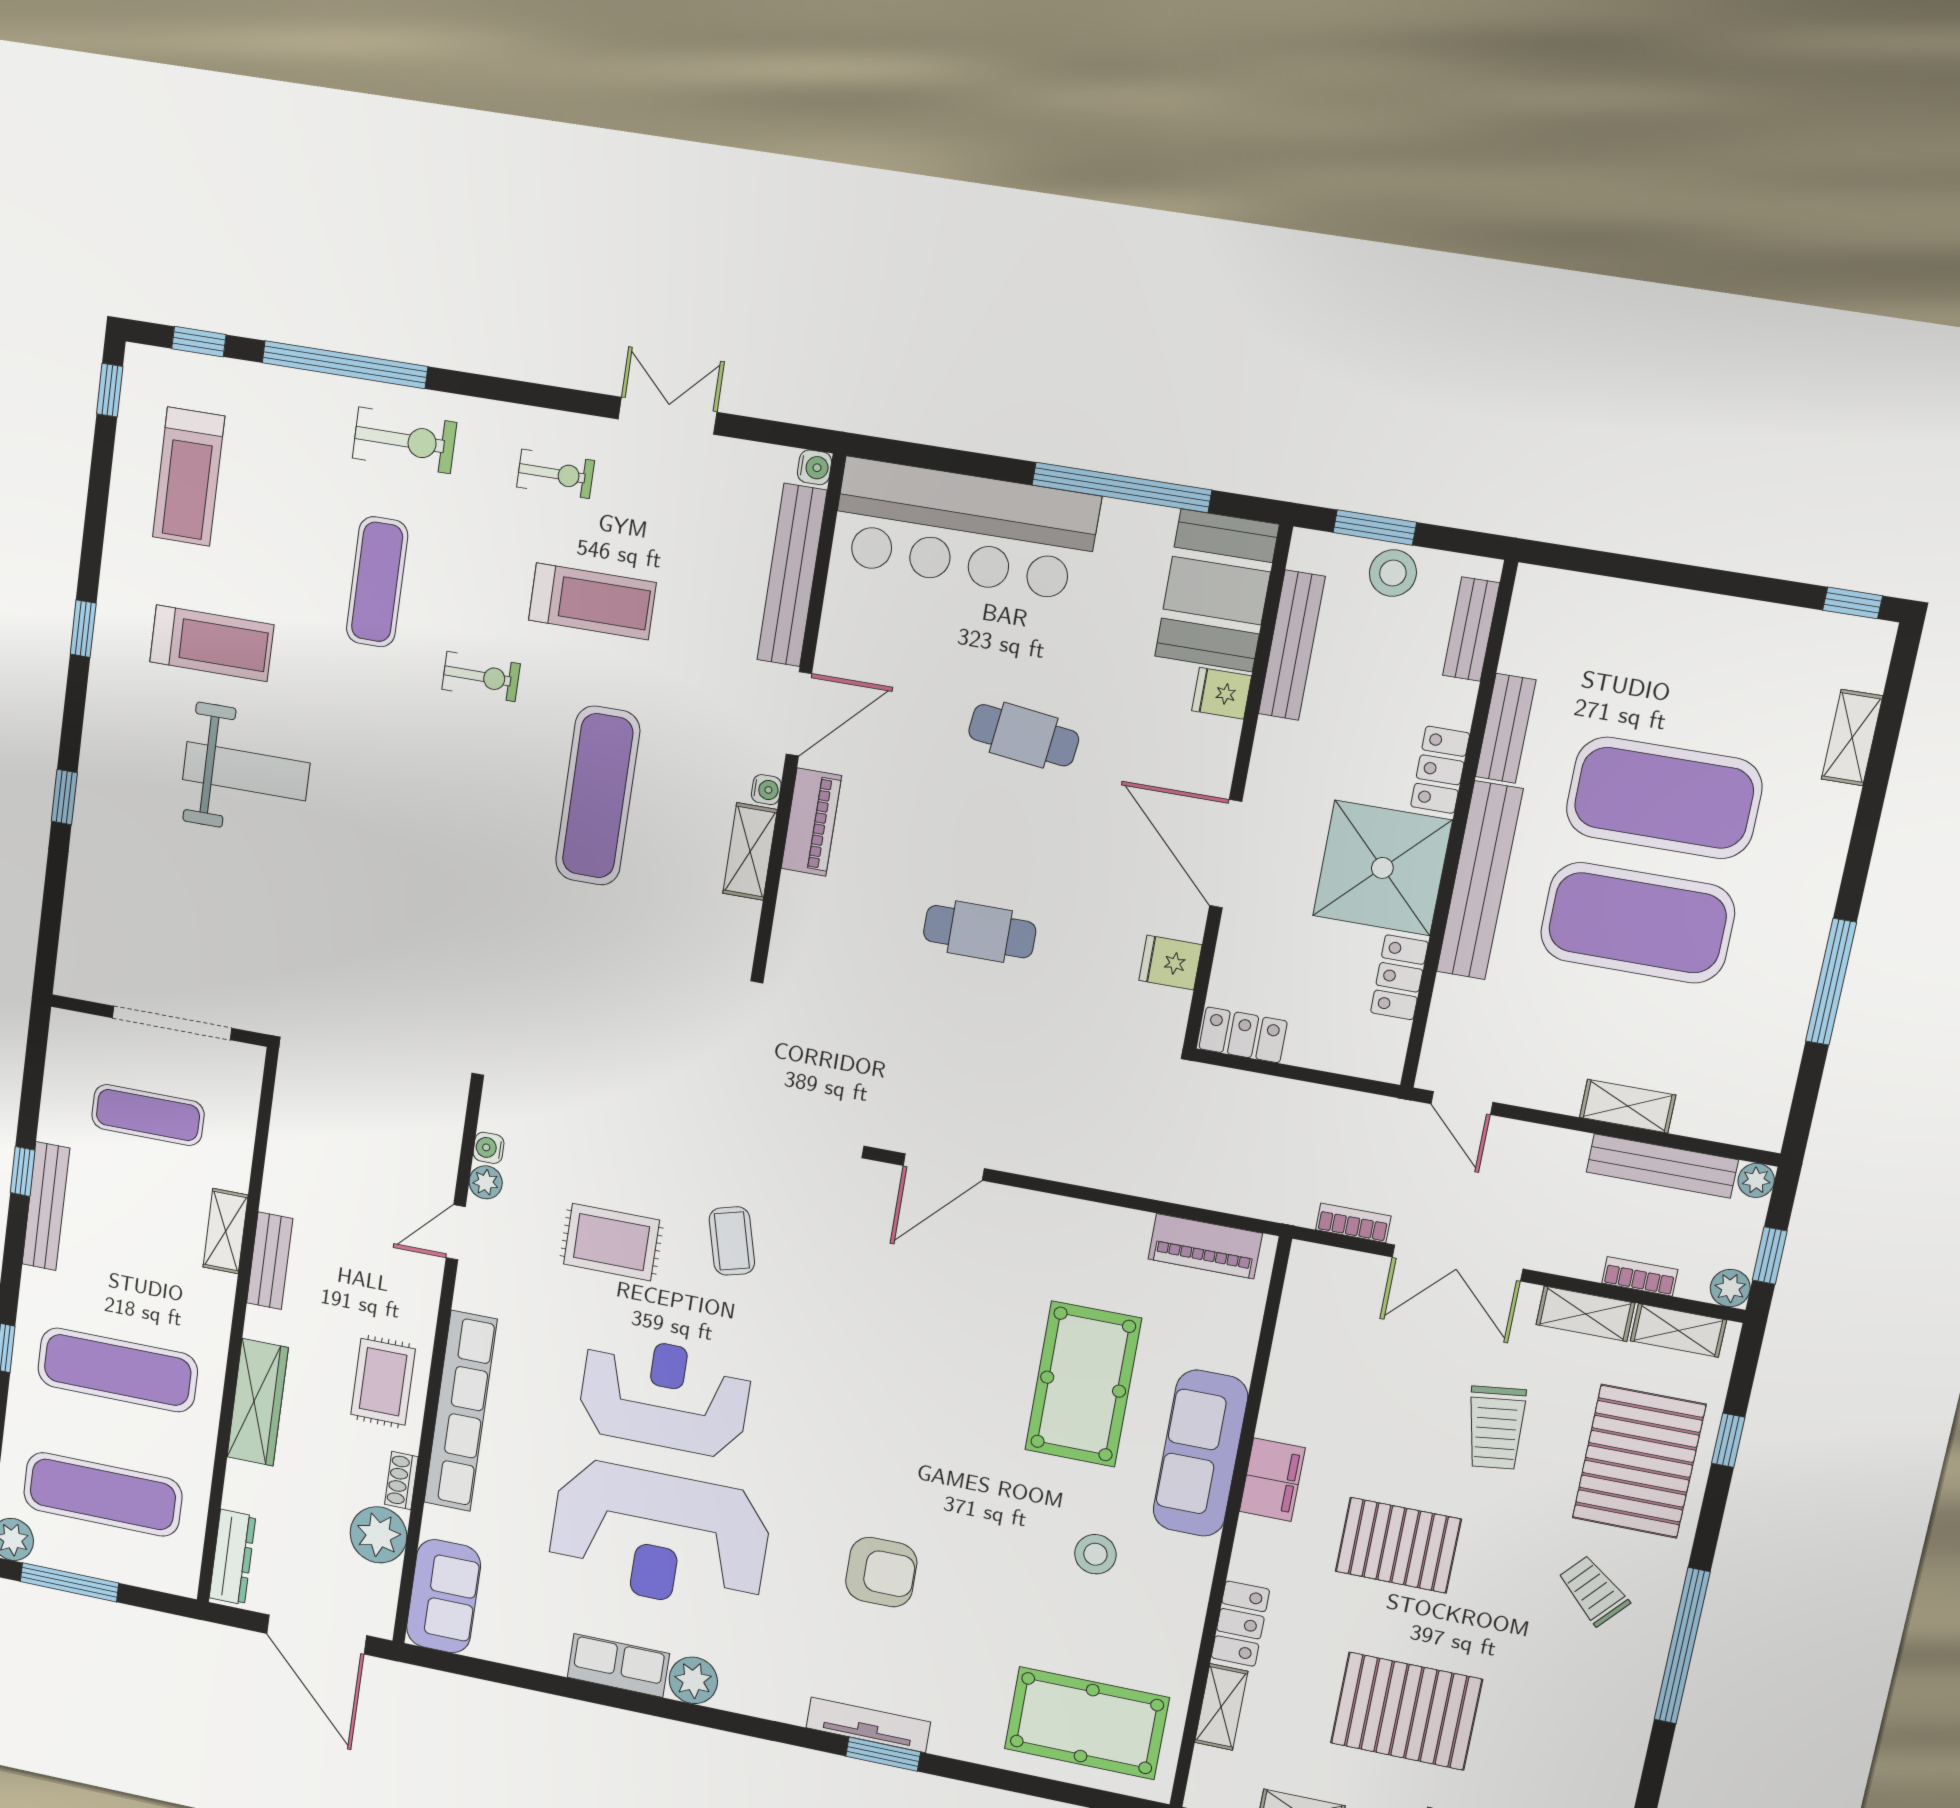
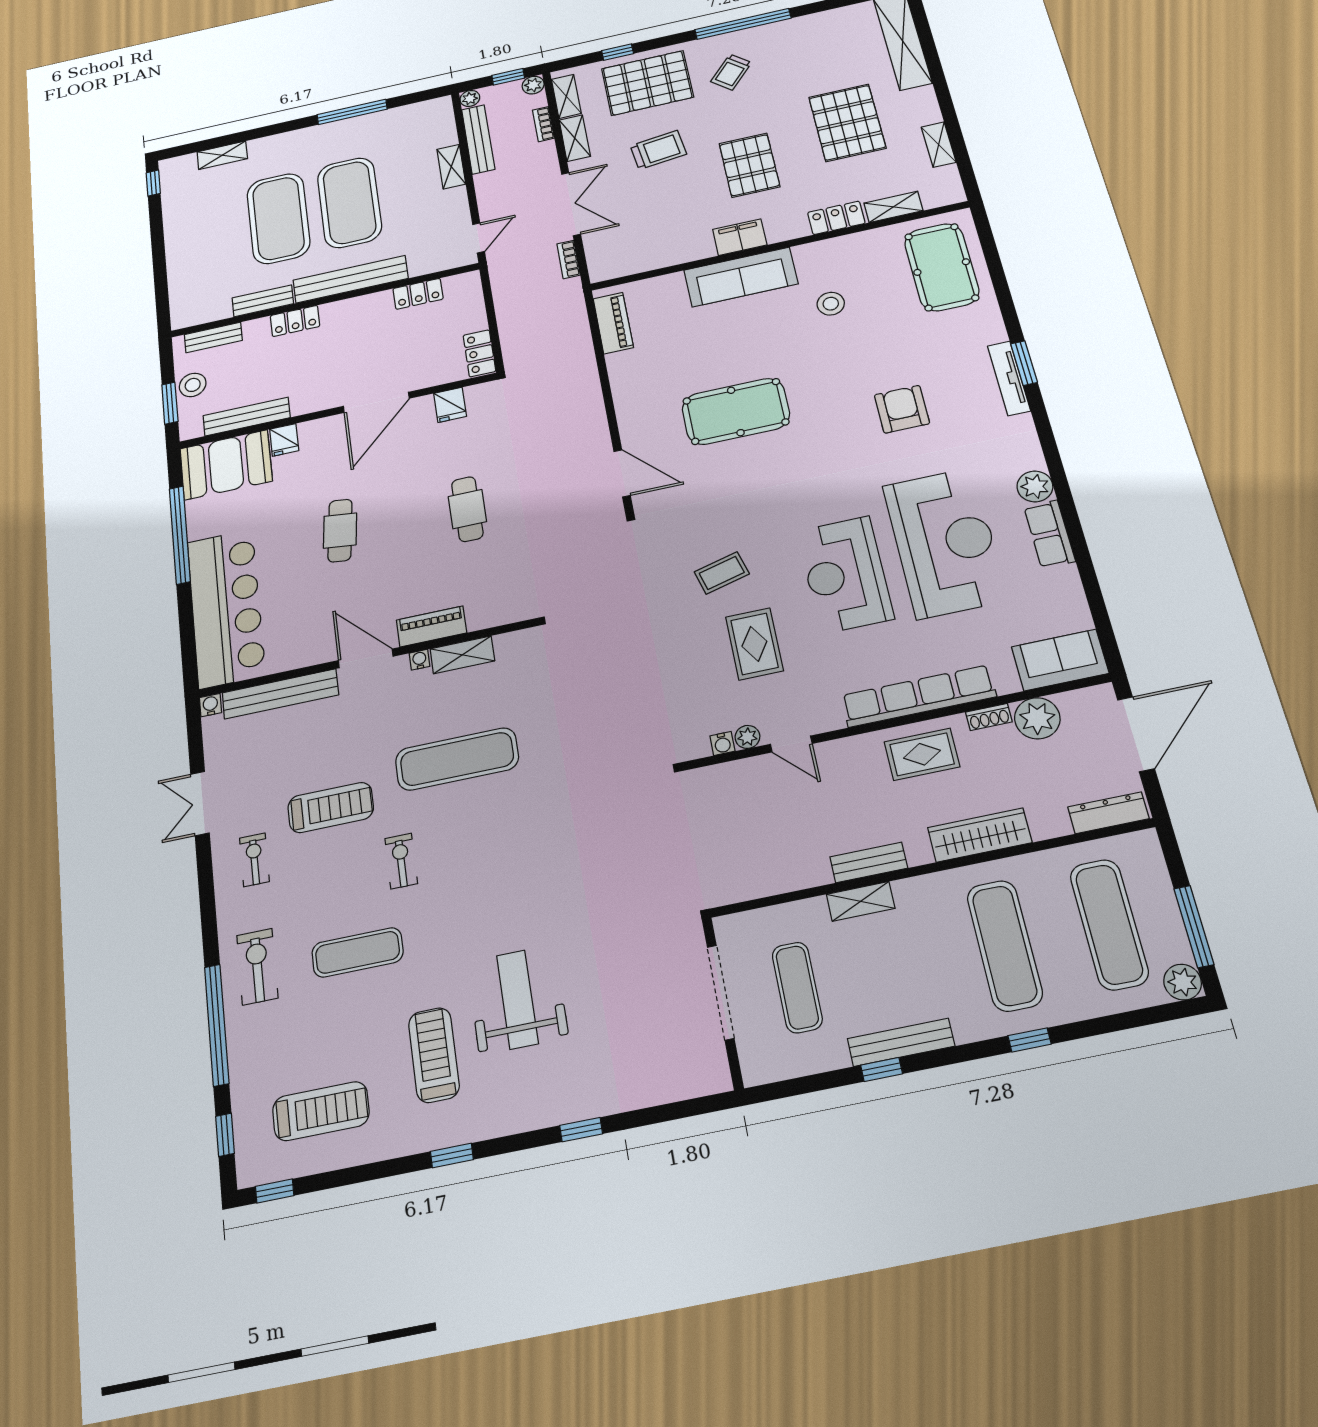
treadmill: (592, 601) -> (331, 807), turned 90
shower: (1382, 868) -> (359, 326), removed
pool table: (1083, 1384) -> (736, 411), moved

